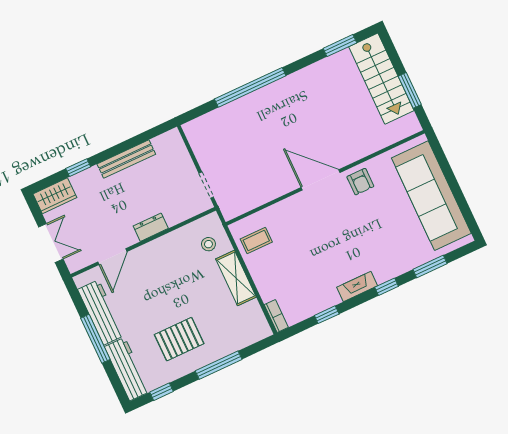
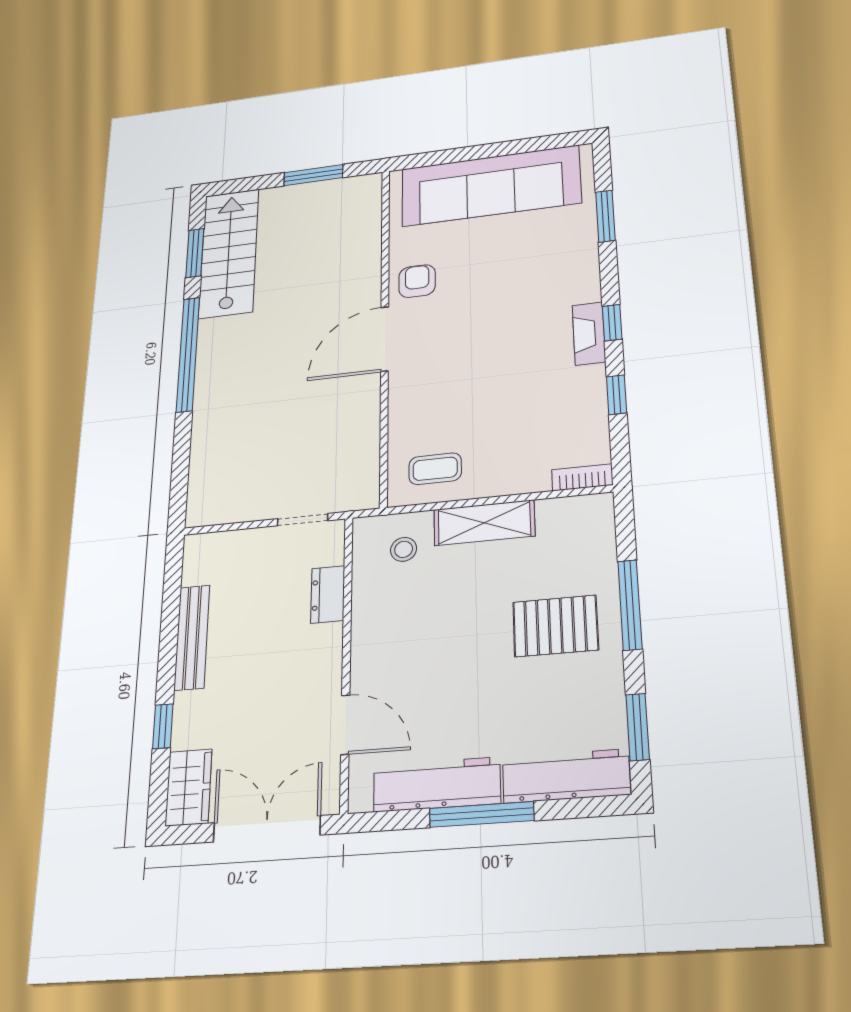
stairs: (381, 79) -> (229, 253), moved, turned -90
window: (250, 87) -> (188, 354), moved
armchair: (360, 182) -> (417, 281), turned -90
dresser: (151, 227) -> (328, 594), moved
coffee table: (256, 241) -> (435, 469), turned 90
double door: (51, 243) -> (267, 829), width x1.37
window: (387, 287) -> (612, 323), moved
pallet: (179, 339) -> (555, 626), moved, turned 90
window: (161, 392) -> (638, 727), width x1.50

